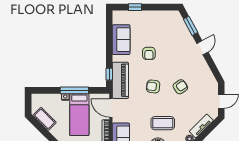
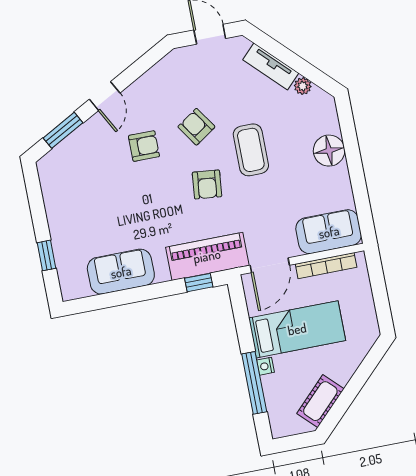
door: (202, 48) -> (105, 96), swing flipped
armchair: (149, 53) -> (144, 146), moved
window: (74, 90) -> (254, 383), moved
coffee table: (163, 123) -> (251, 150), moved

